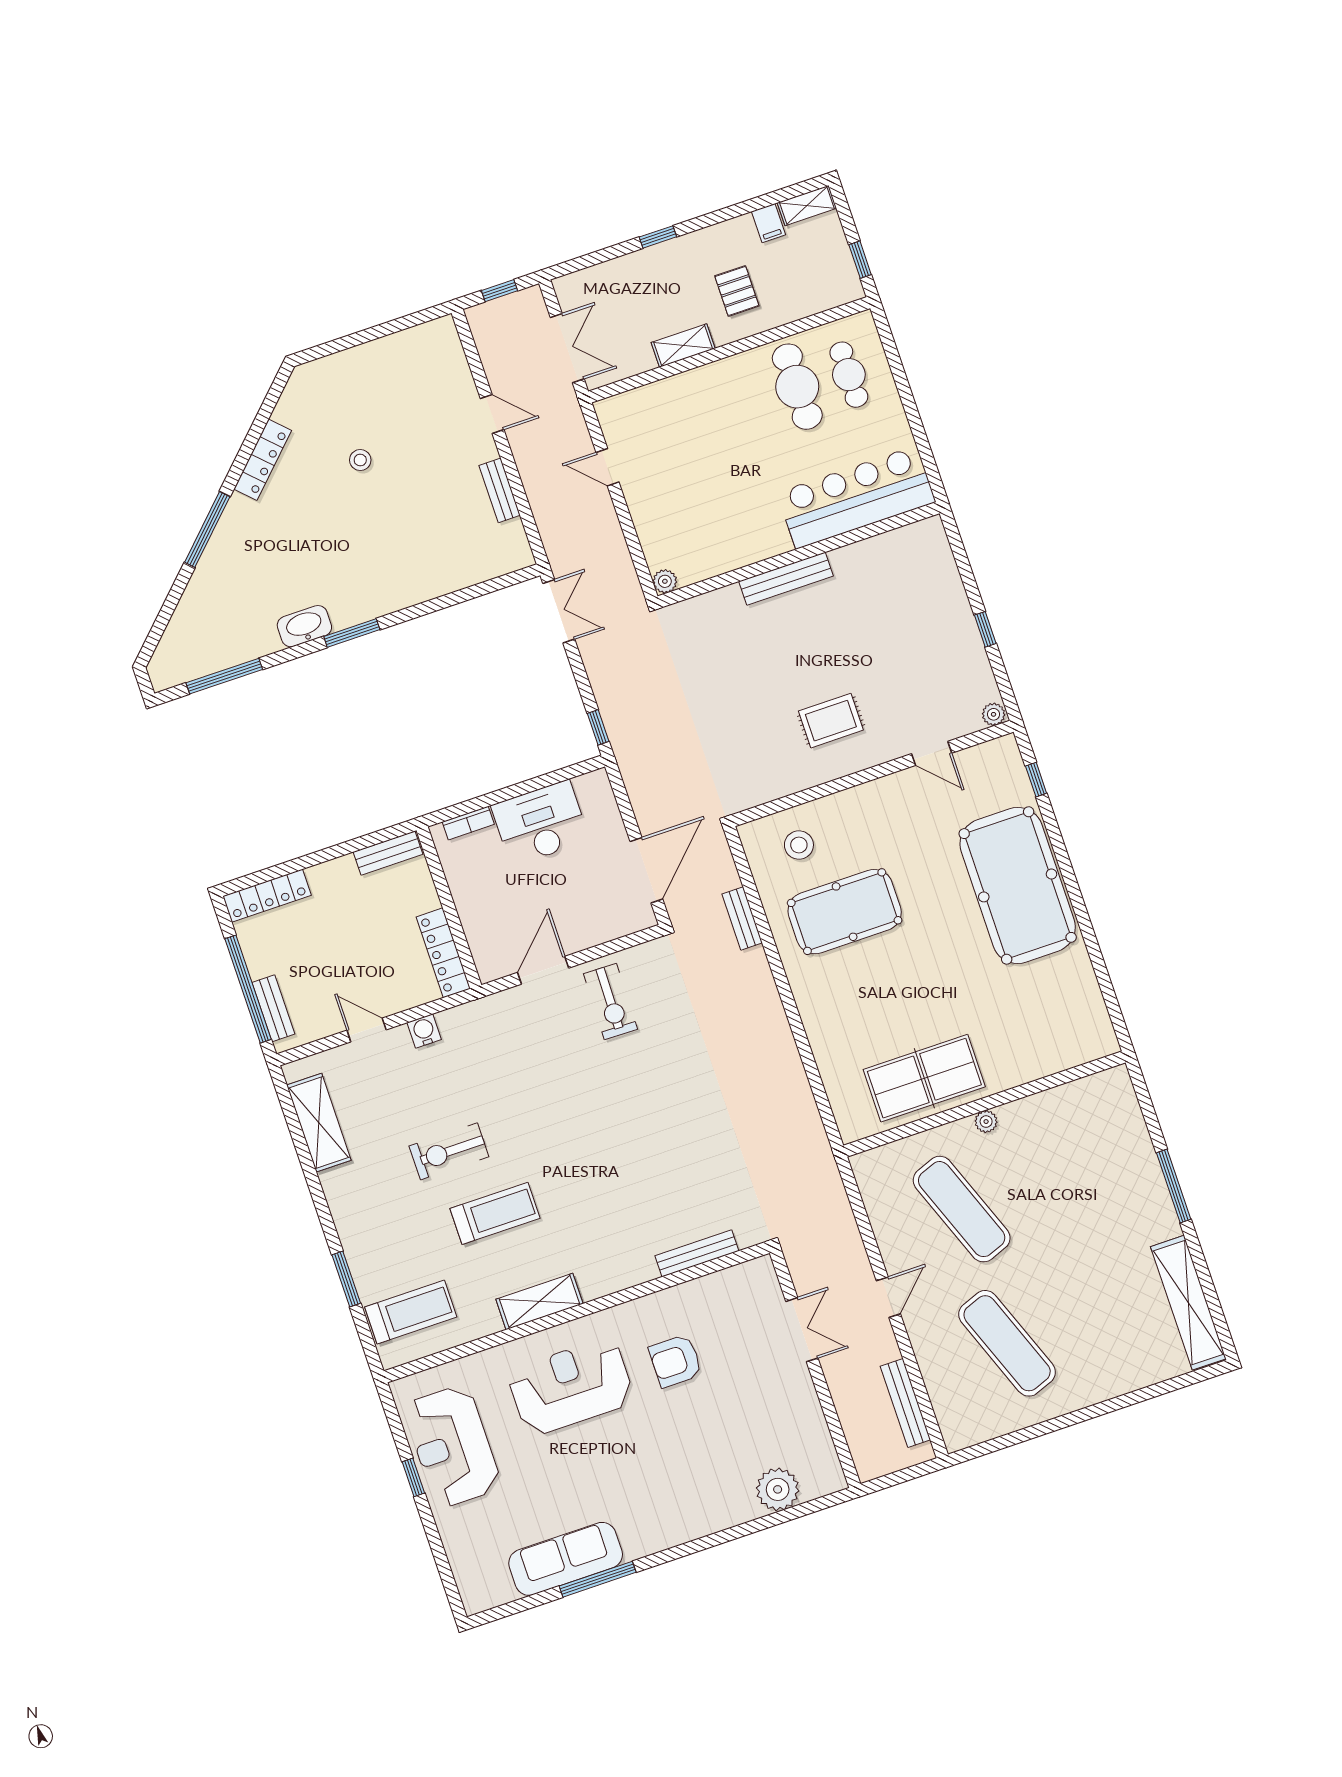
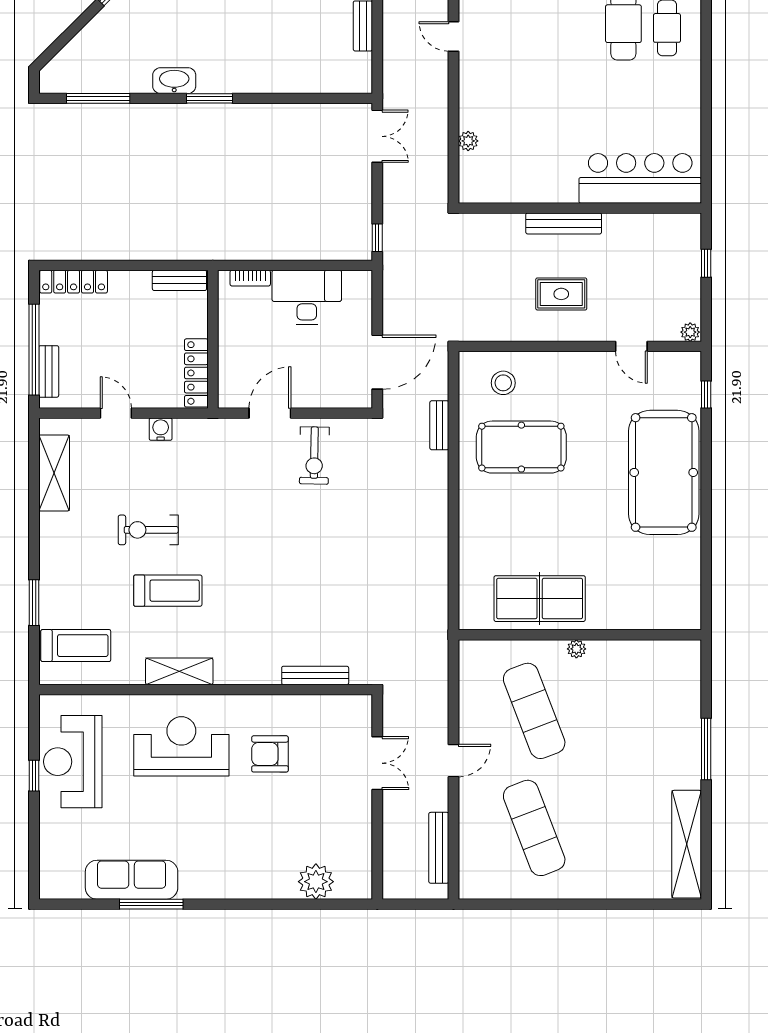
bar counter: (856, 497) -> (640, 178), moved
wall: (799, 555) -> (580, 208), moved
bench: (786, 579) -> (564, 223), moved

